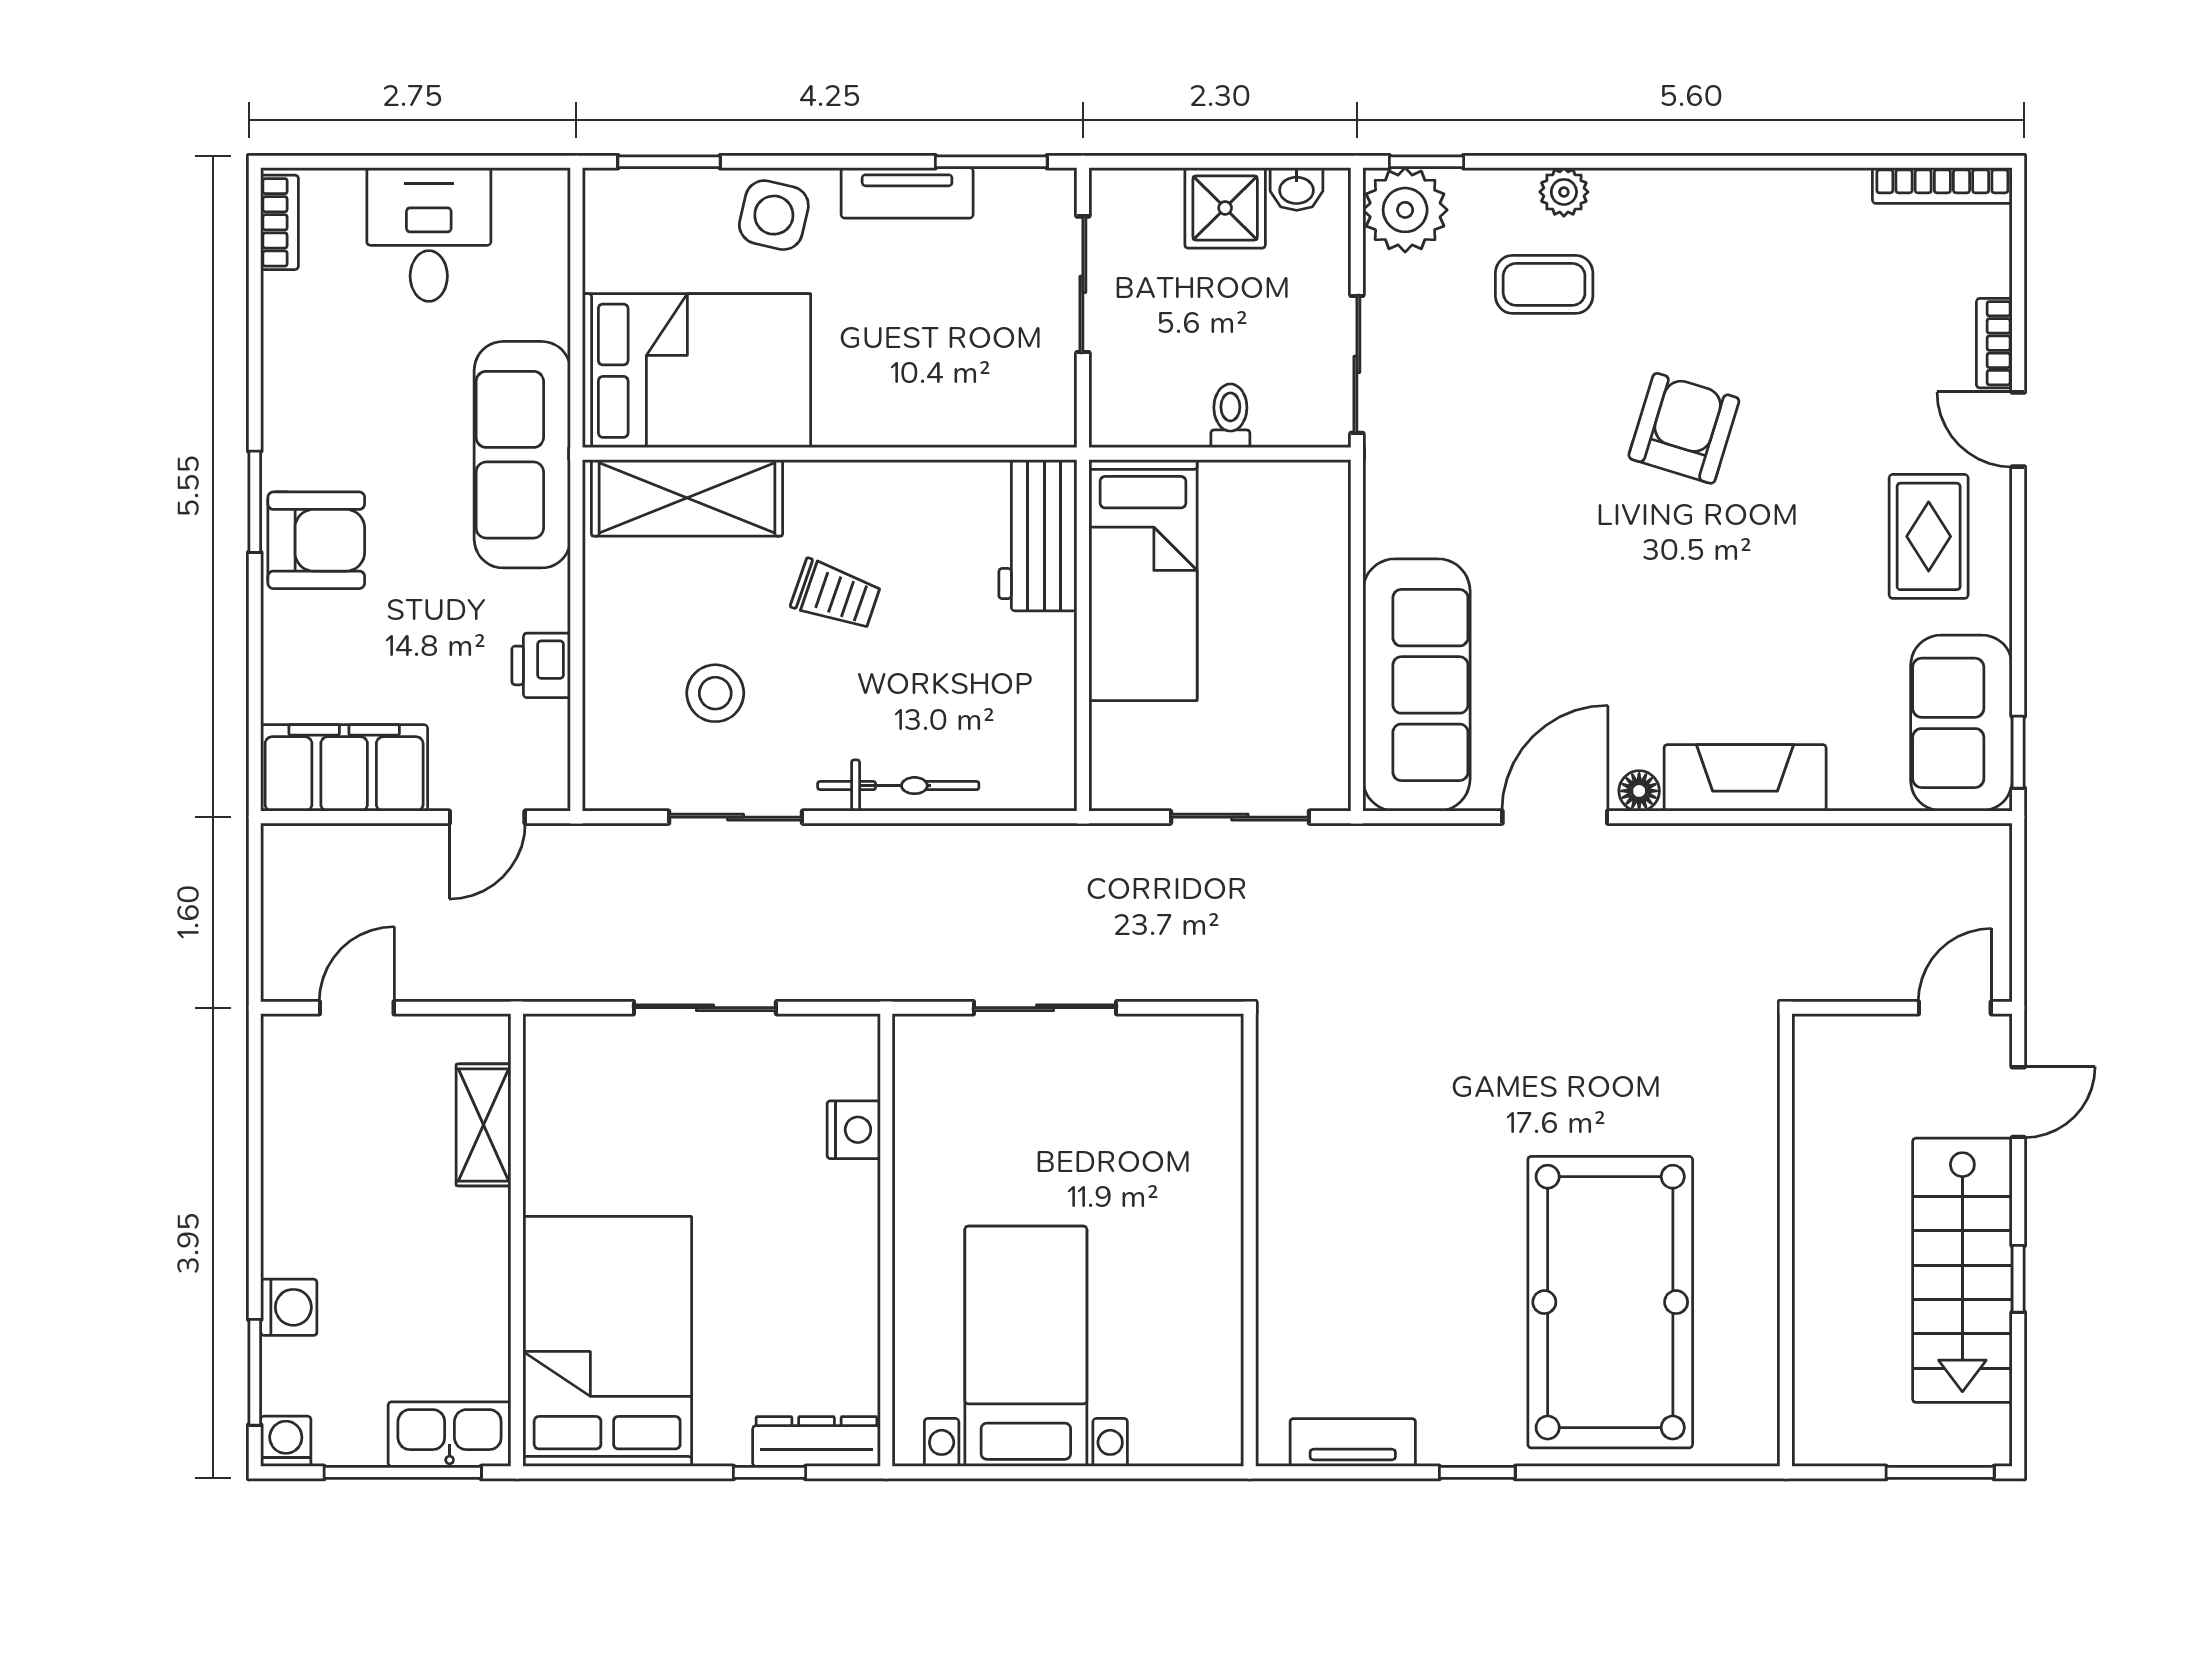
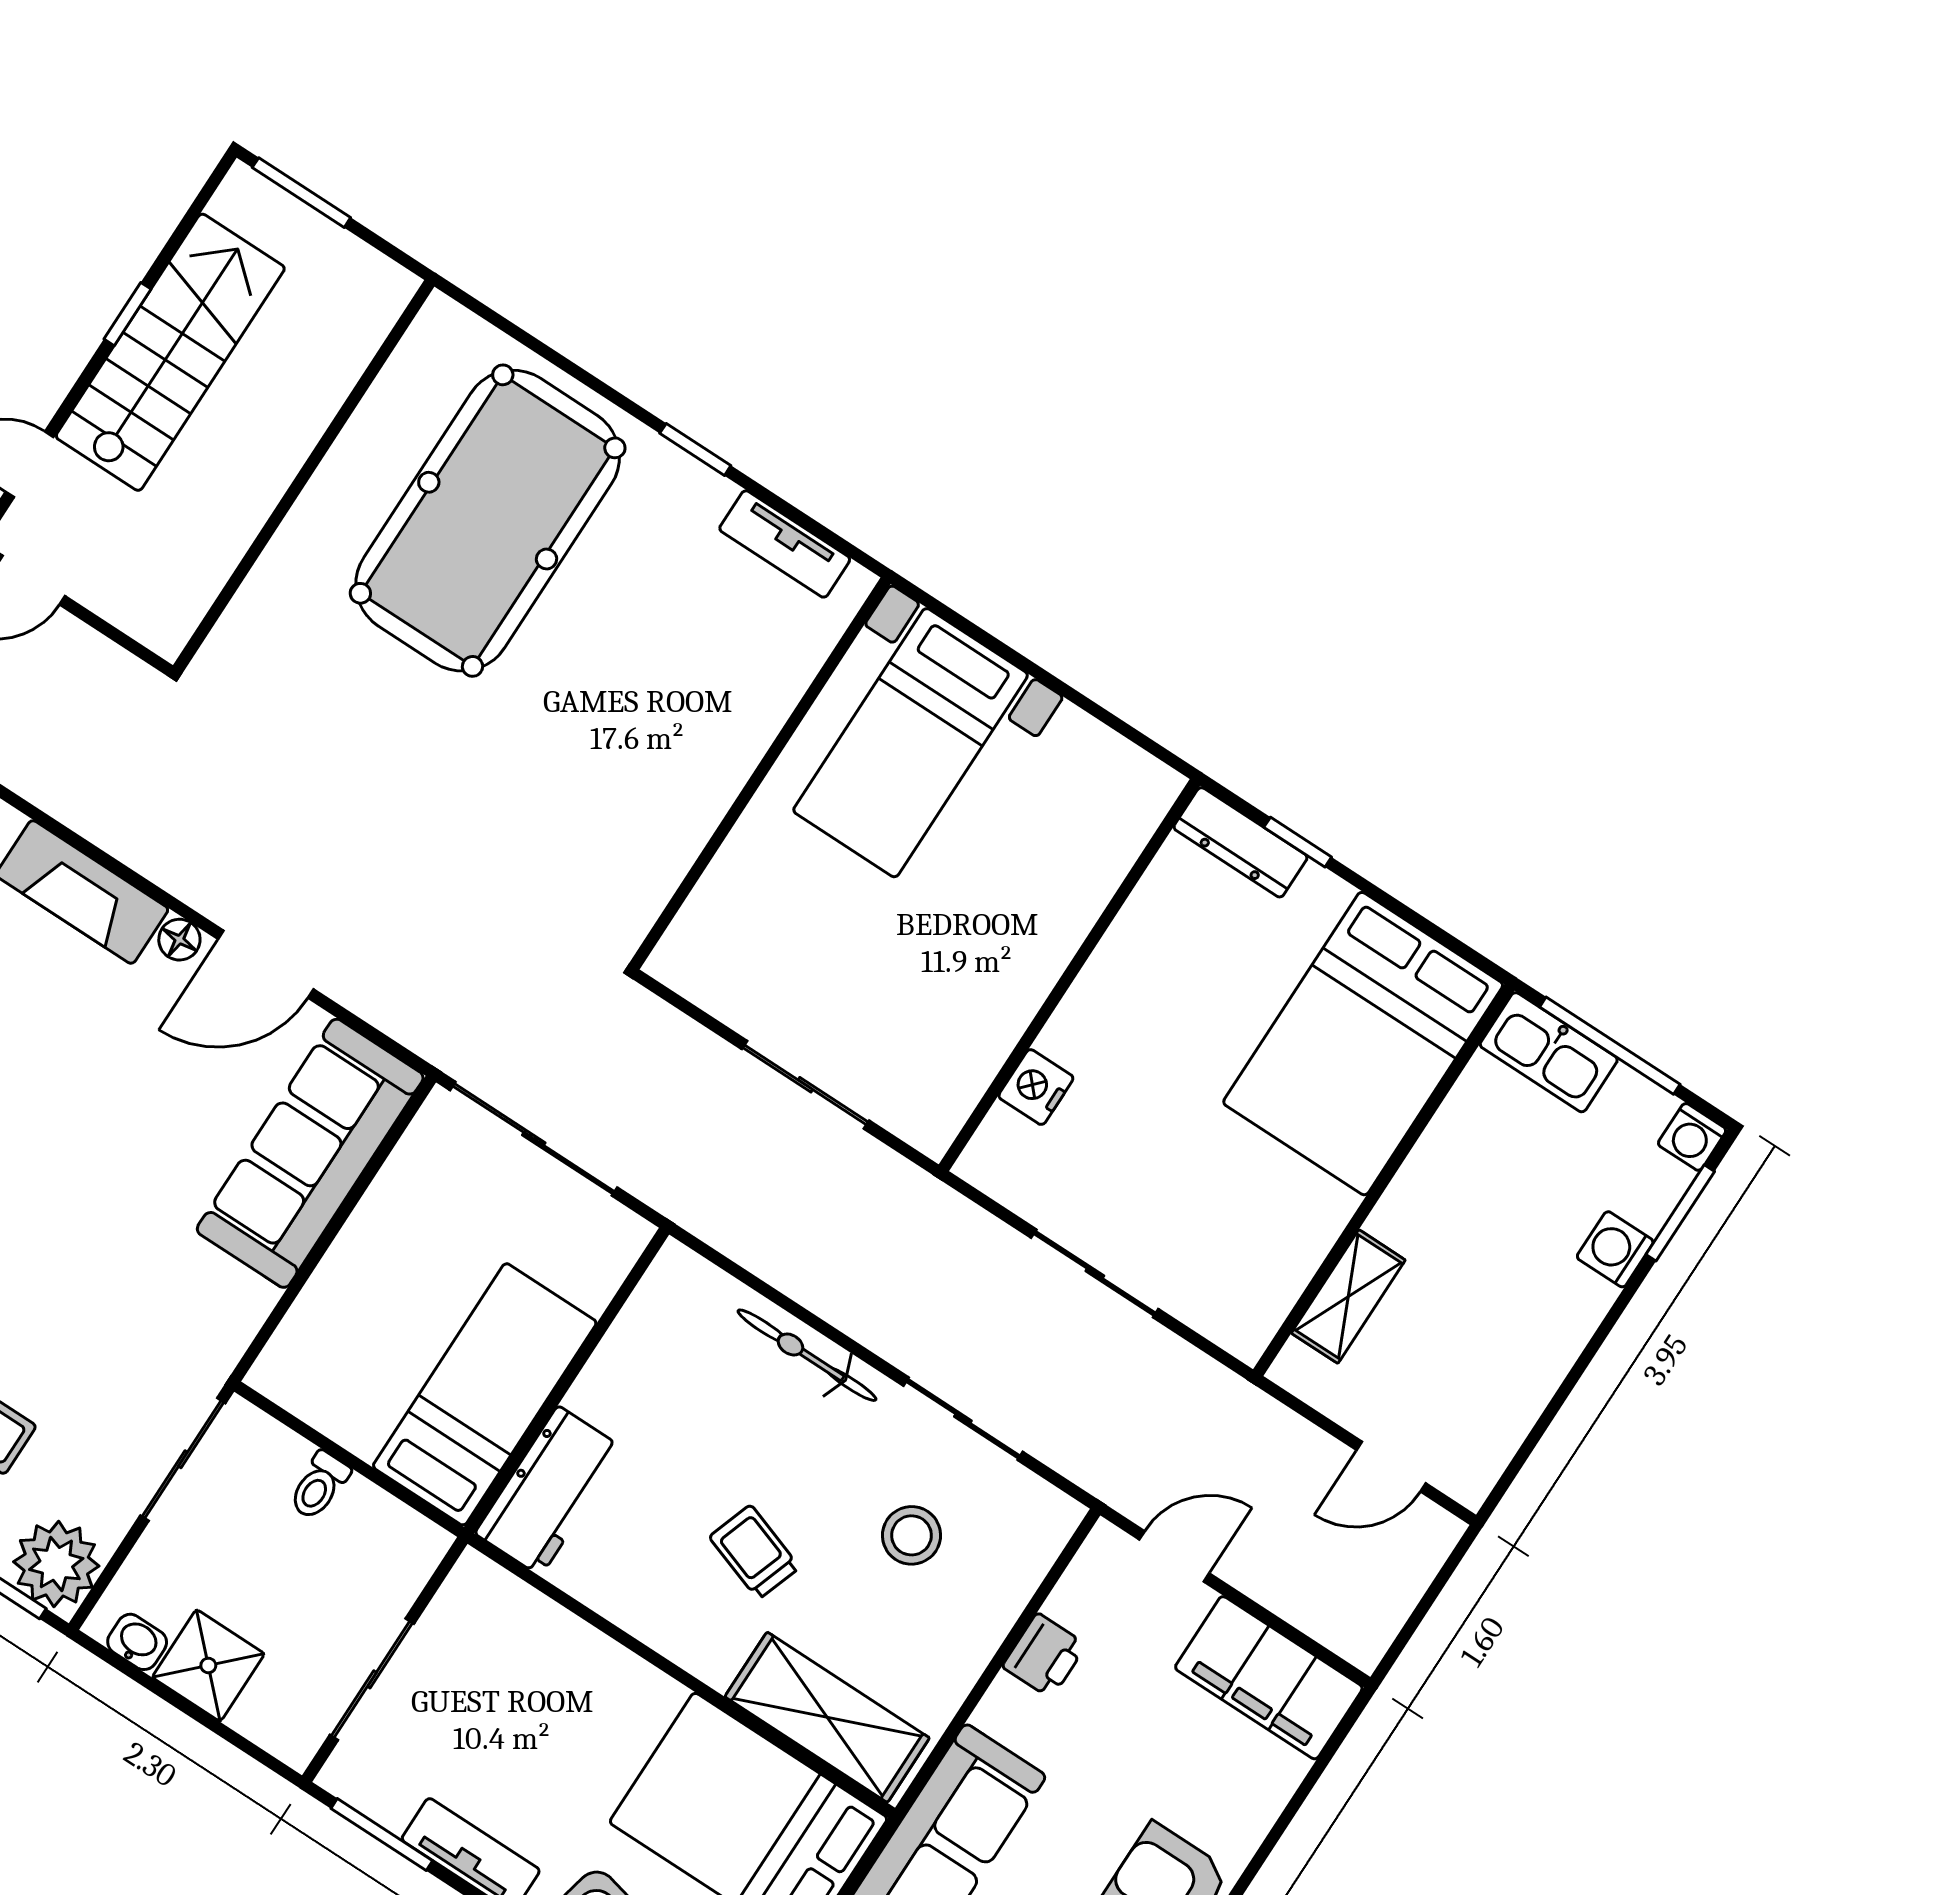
sliding door: (1240, 817) -> (534, 1139), width x1.37
bed with nightstands: (1026, 1346) -> (911, 743), moved

